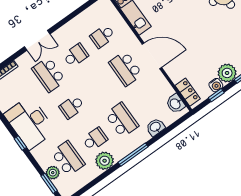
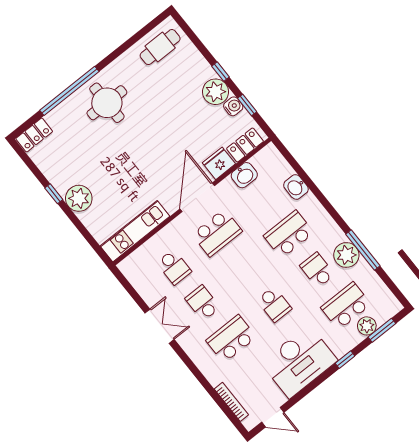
double door: (37, 40) -> (160, 326), moved
fridge: (175, 73) -> (219, 163), added
school desk: (49, 75) -> (231, 339), turned 180
washbasin: (175, 104) -> (244, 175), moved
window: (20, 143) -> (345, 360), moved
window: (133, 155) -> (363, 250), moved

